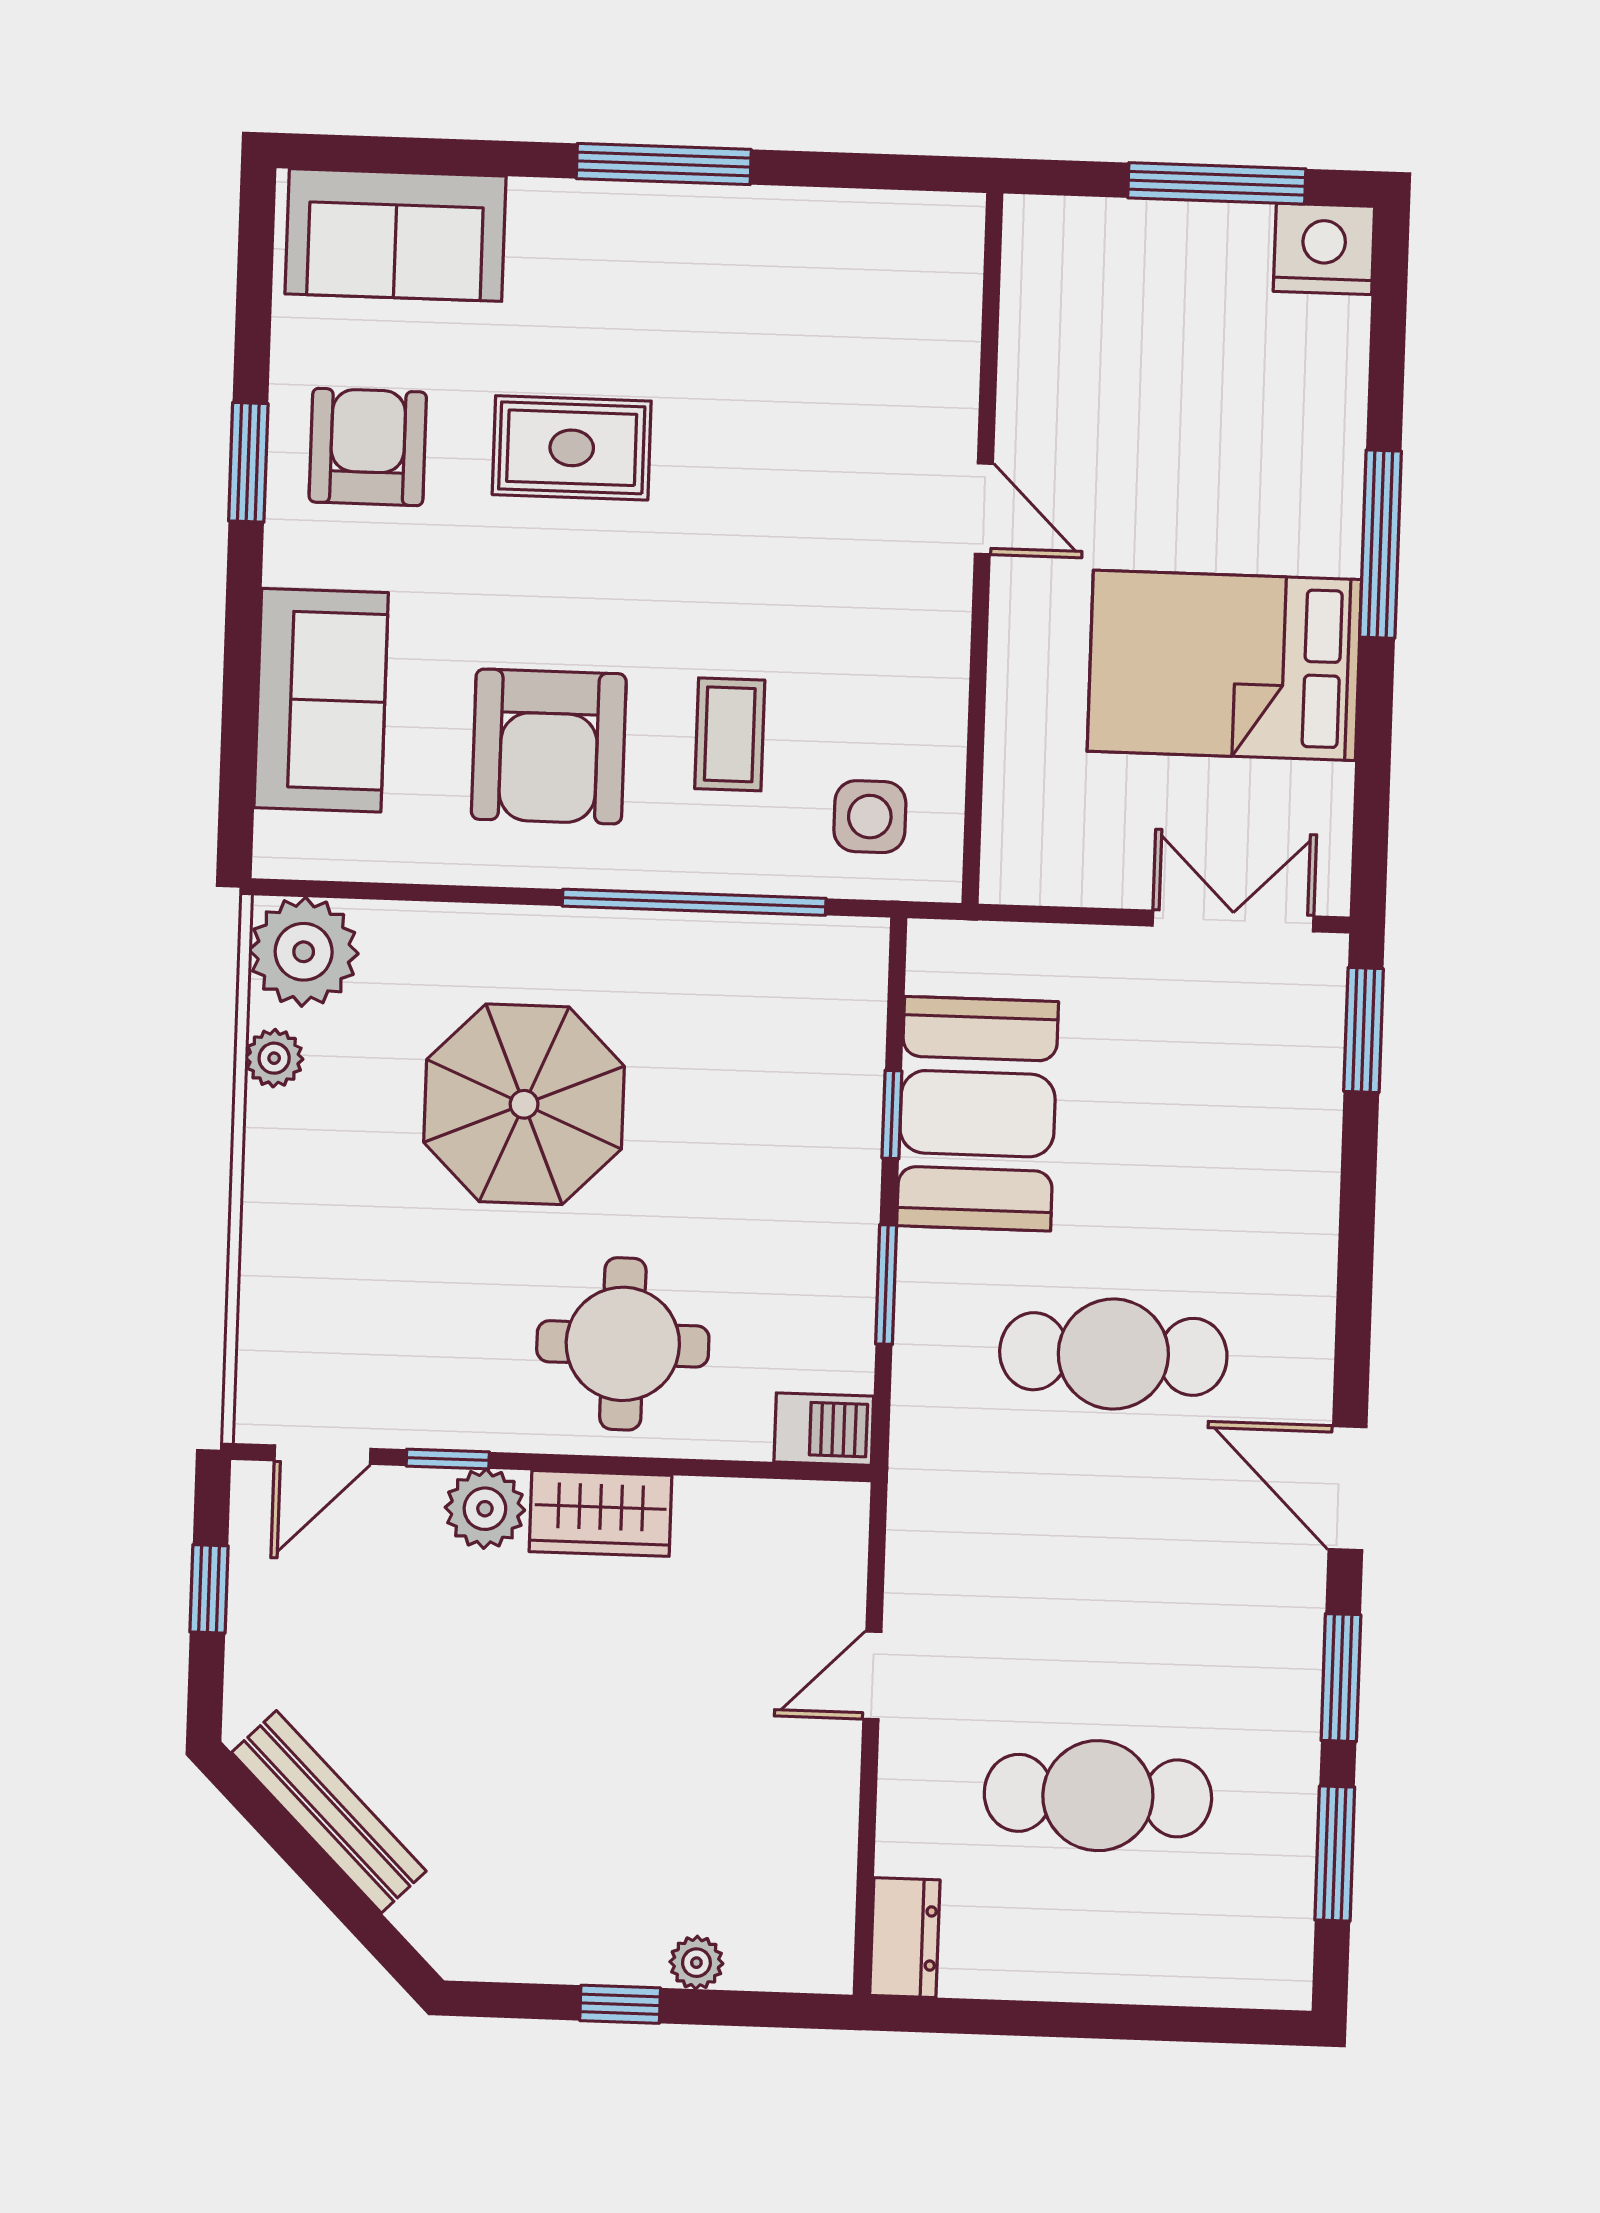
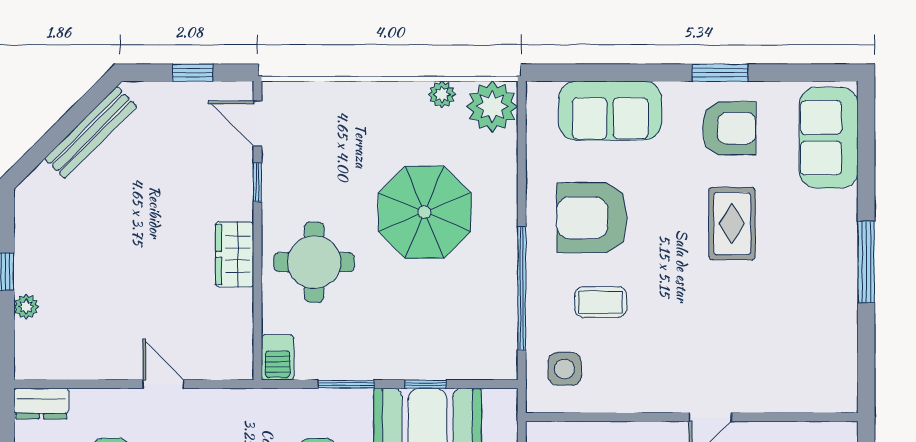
plant: (485, 1509) -> (235, 200), removed

